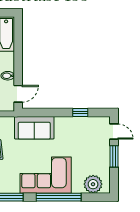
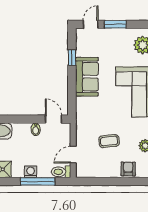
sofa: (34, 128) -> (87, 77), moved

